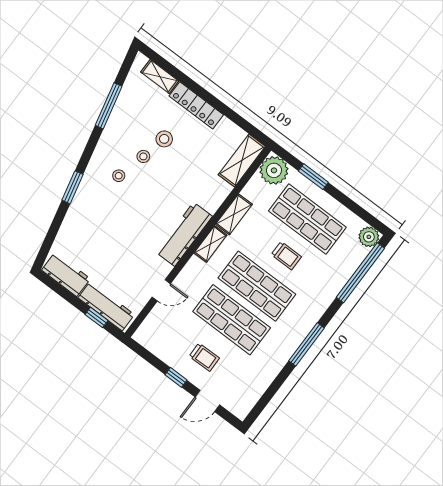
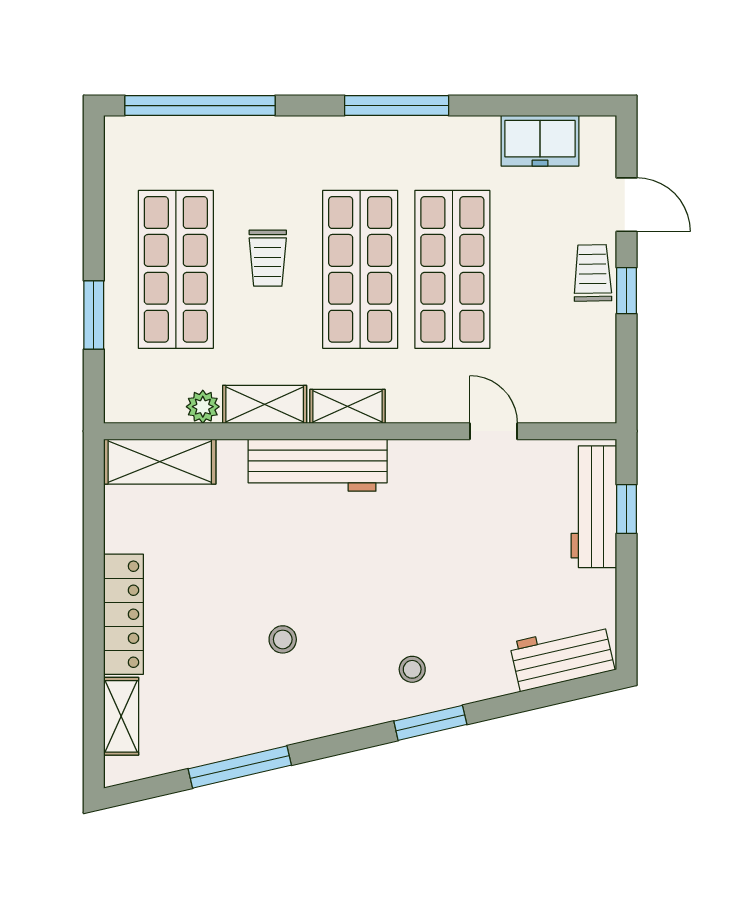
stool: (164, 139) -> (225, 626), removed
plant: (274, 170) -> (203, 407), moved, width x0.53, depth x0.53
stool: (119, 176) -> (412, 669), moved
workbench: (184, 234) -> (318, 465), moved
plant: (369, 237) -> (126, 138), removed
trolley: (286, 256) -> (268, 258), turned 180
workbench: (66, 274) -> (562, 656), moved, turned 77
trolley: (204, 357) -> (593, 273), moved
freezer: (254, 387) -> (540, 141), added

